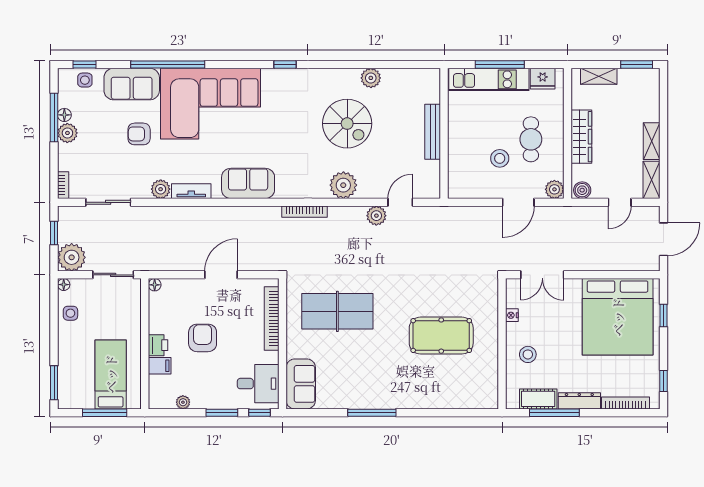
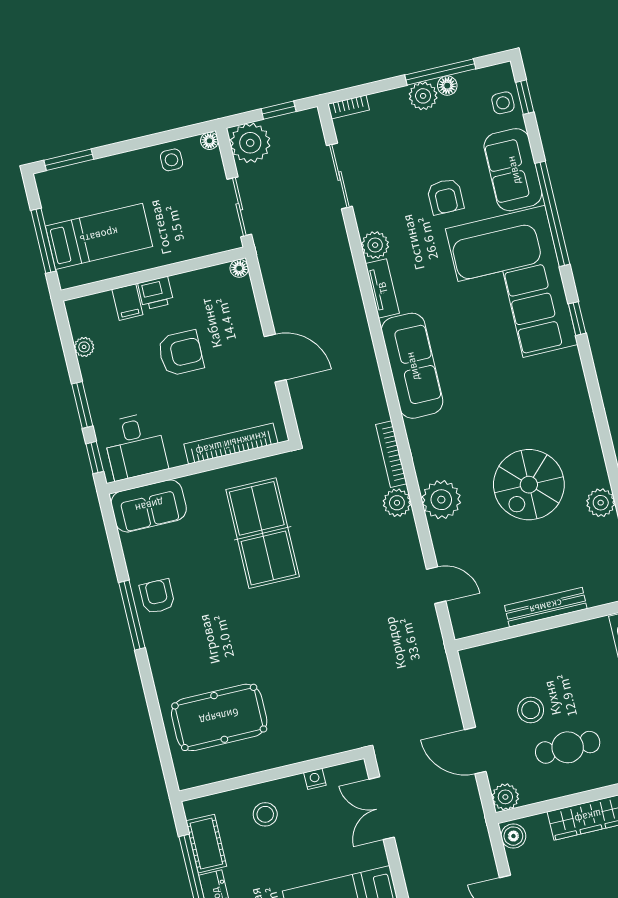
window: (285, 64) -> (577, 319), moved
armchair: (139, 134) -> (445, 197), turned 180
sofa: (248, 183) -> (412, 366), width x1.36
plant: (376, 216) -> (397, 503), moved
pool table: (441, 336) -> (219, 717), moved, turned 90
armchair: (363, 393) -> (157, 596), added

